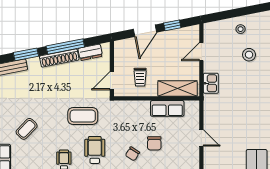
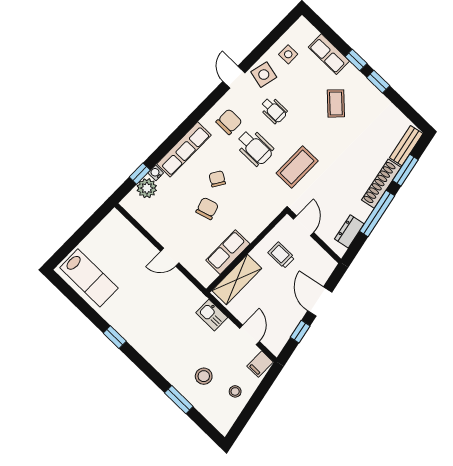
filing cabinet: (212, 30) -> (260, 364), added
shoe rack: (59, 58) -> (381, 184), moved
chair: (154, 143) -> (207, 208), turned 73

